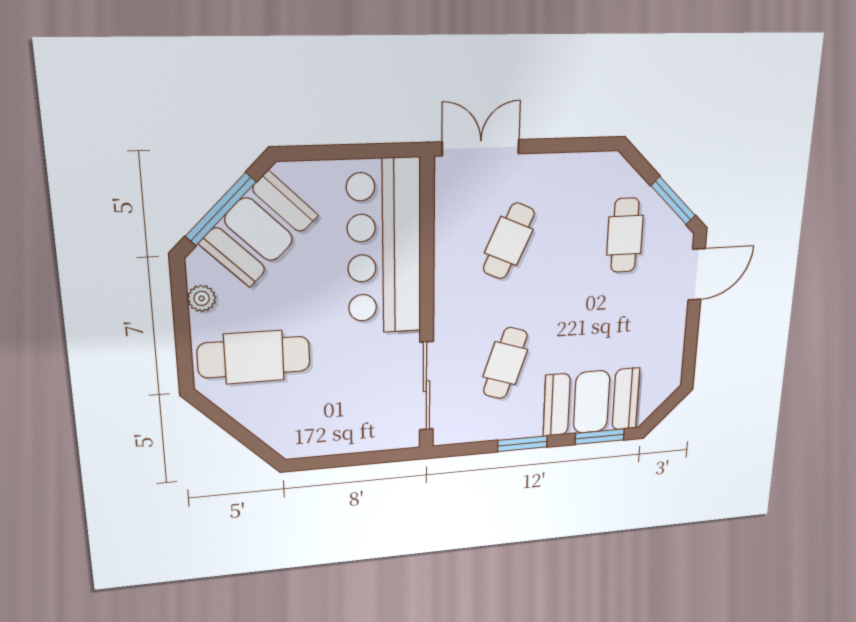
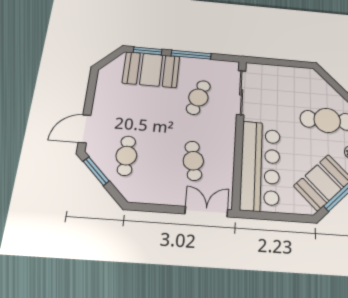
double door: (481, 148) -> (206, 212), swing flipped
cafe table: (509, 241) -> (193, 161), turned -33
window: (522, 444) -> (191, 55), width x1.44

